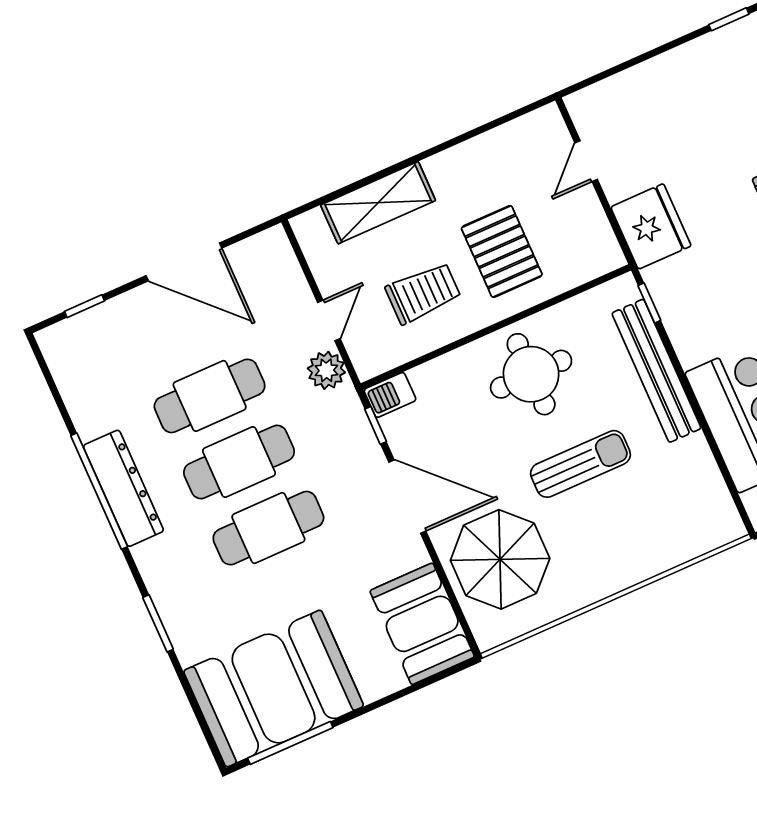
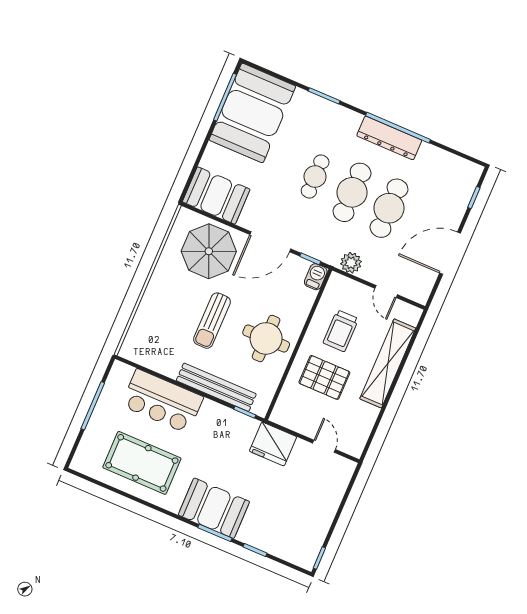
shelving: (378, 203) -> (388, 363), width x1.47
door: (329, 320) -> (386, 291), moved
cafe table: (268, 528) -> (315, 177), width x0.73, depth x0.74

